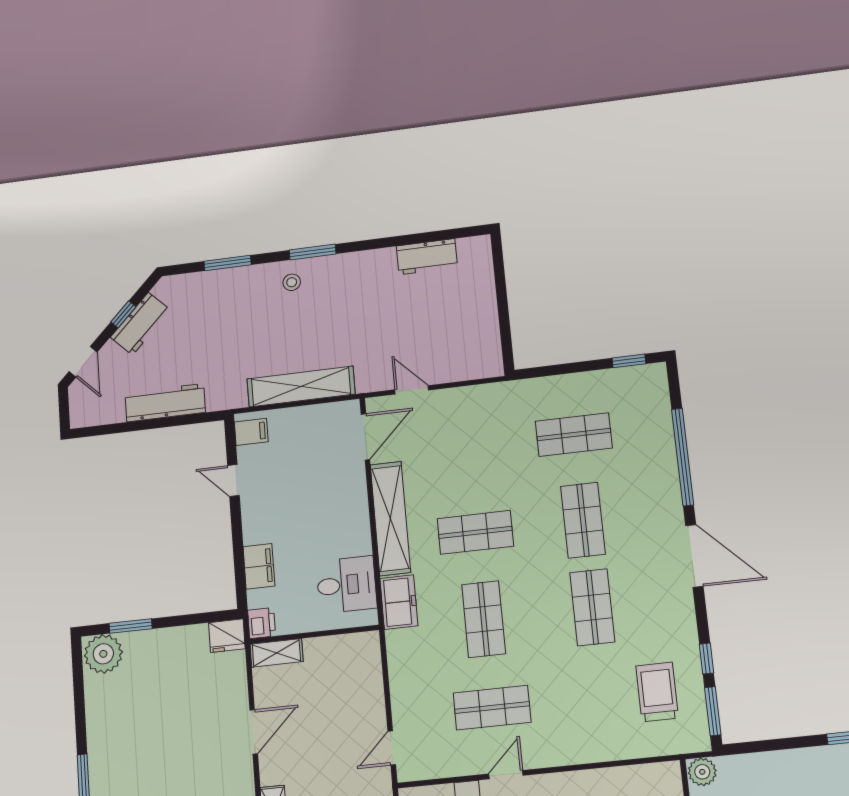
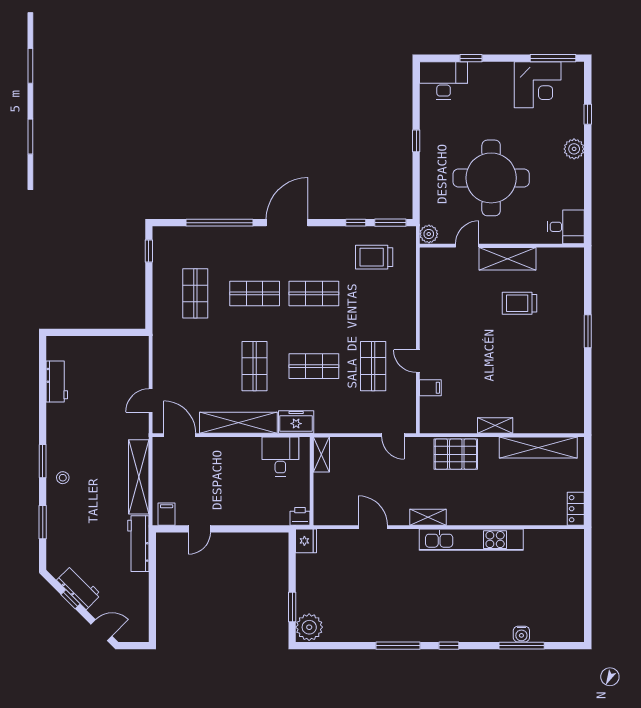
workbench: (165, 403) -> (138, 544), moved
filing cabinet: (259, 566) -> (261, 515), removed
shelving: (276, 653) -> (321, 454), moved

